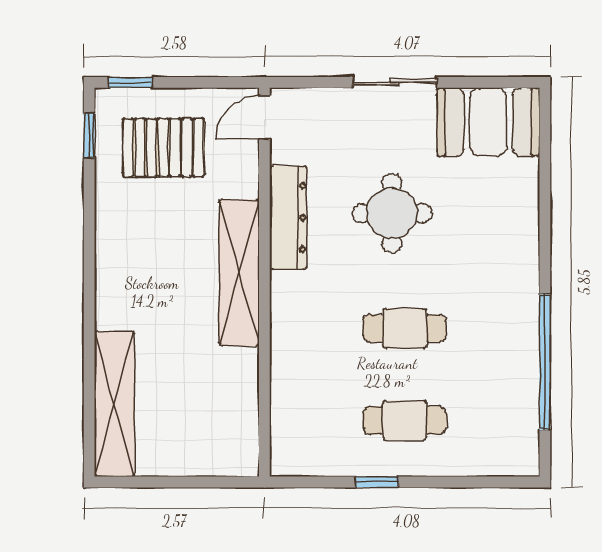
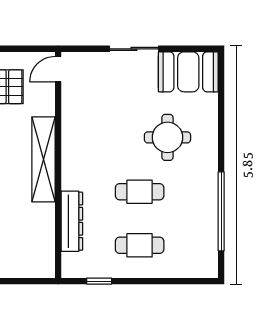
round table: (392, 213) -> (167, 137), moved
dresser: (288, 217) -> (72, 221), moved
window: (377, 482) -> (99, 281), moved

